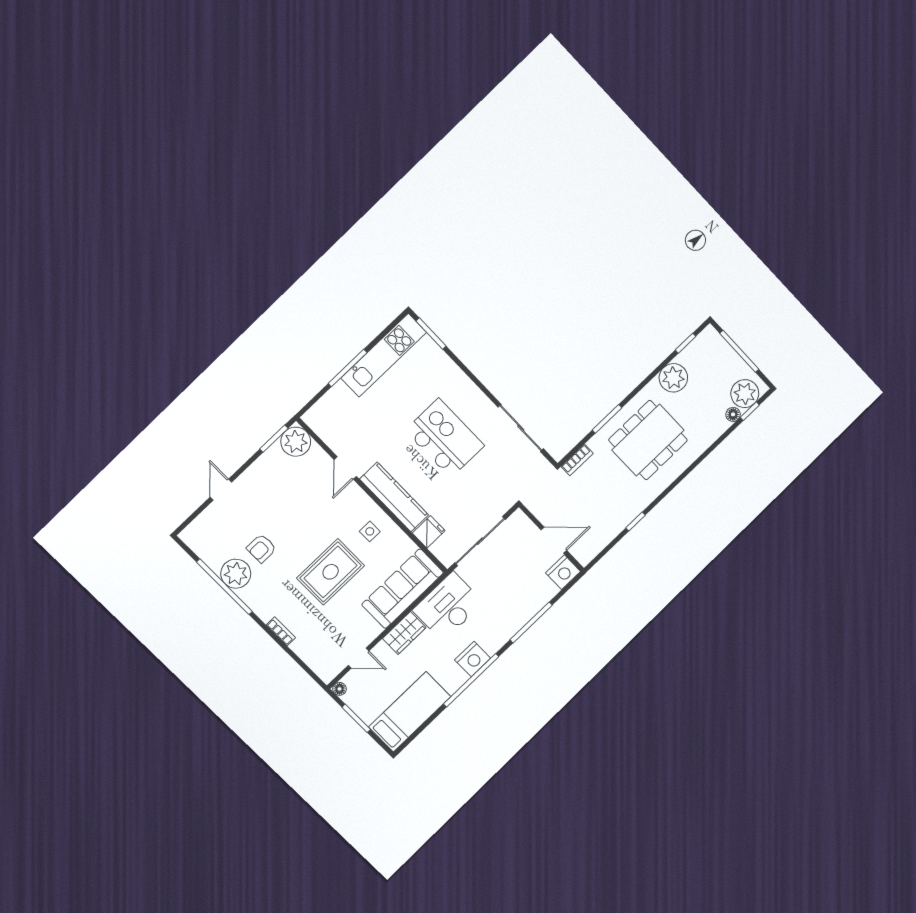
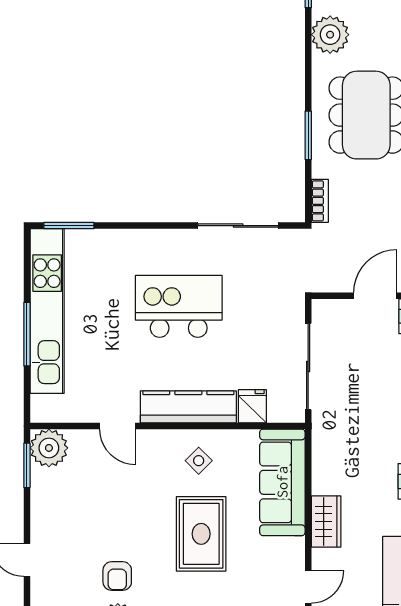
kitchen unit: (384, 355) -> (47, 311), width x1.36
side table: (370, 531) -> (199, 461), turned 45
desk: (448, 606) -> (341, 456), removed

